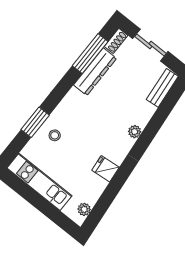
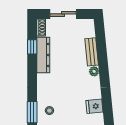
window: (90, 54) -> (32, 47), width x0.46
bench: (162, 88) -> (92, 52), moved

